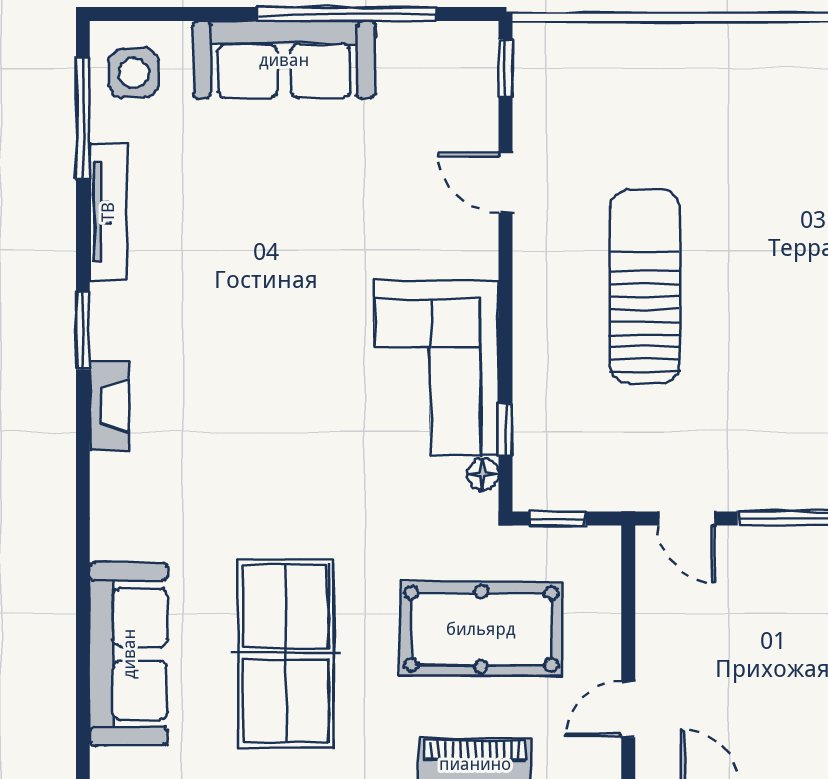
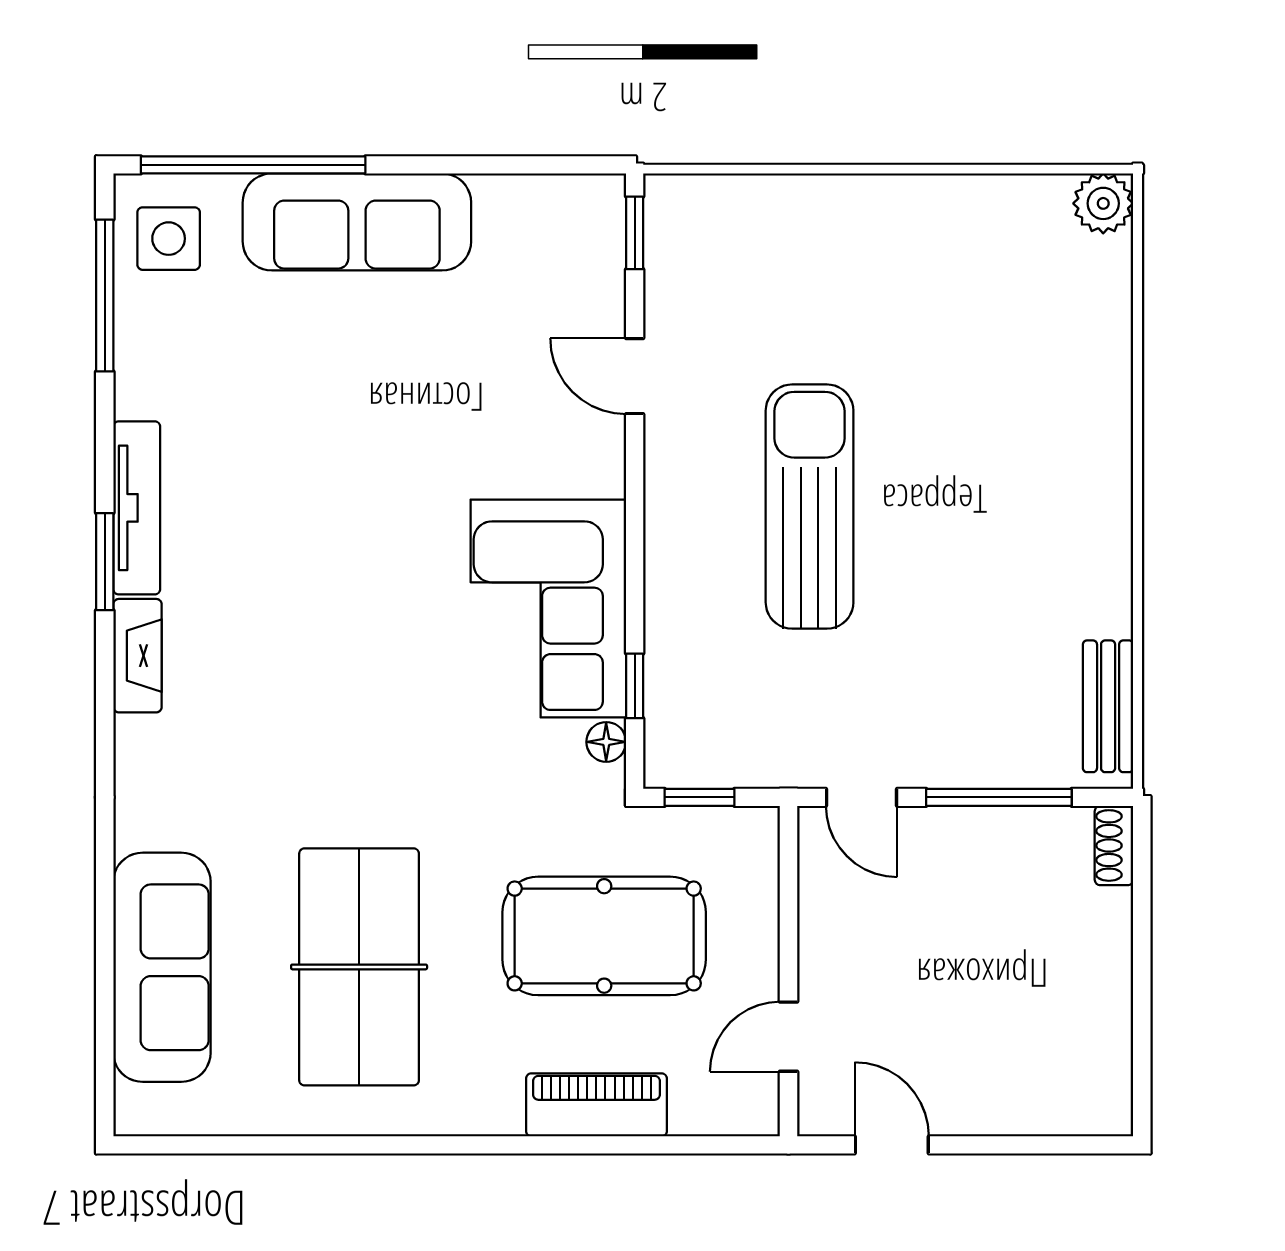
window: (347, 14) -> (253, 165), moved
tv unit: (108, 212) -> (137, 508), moved

